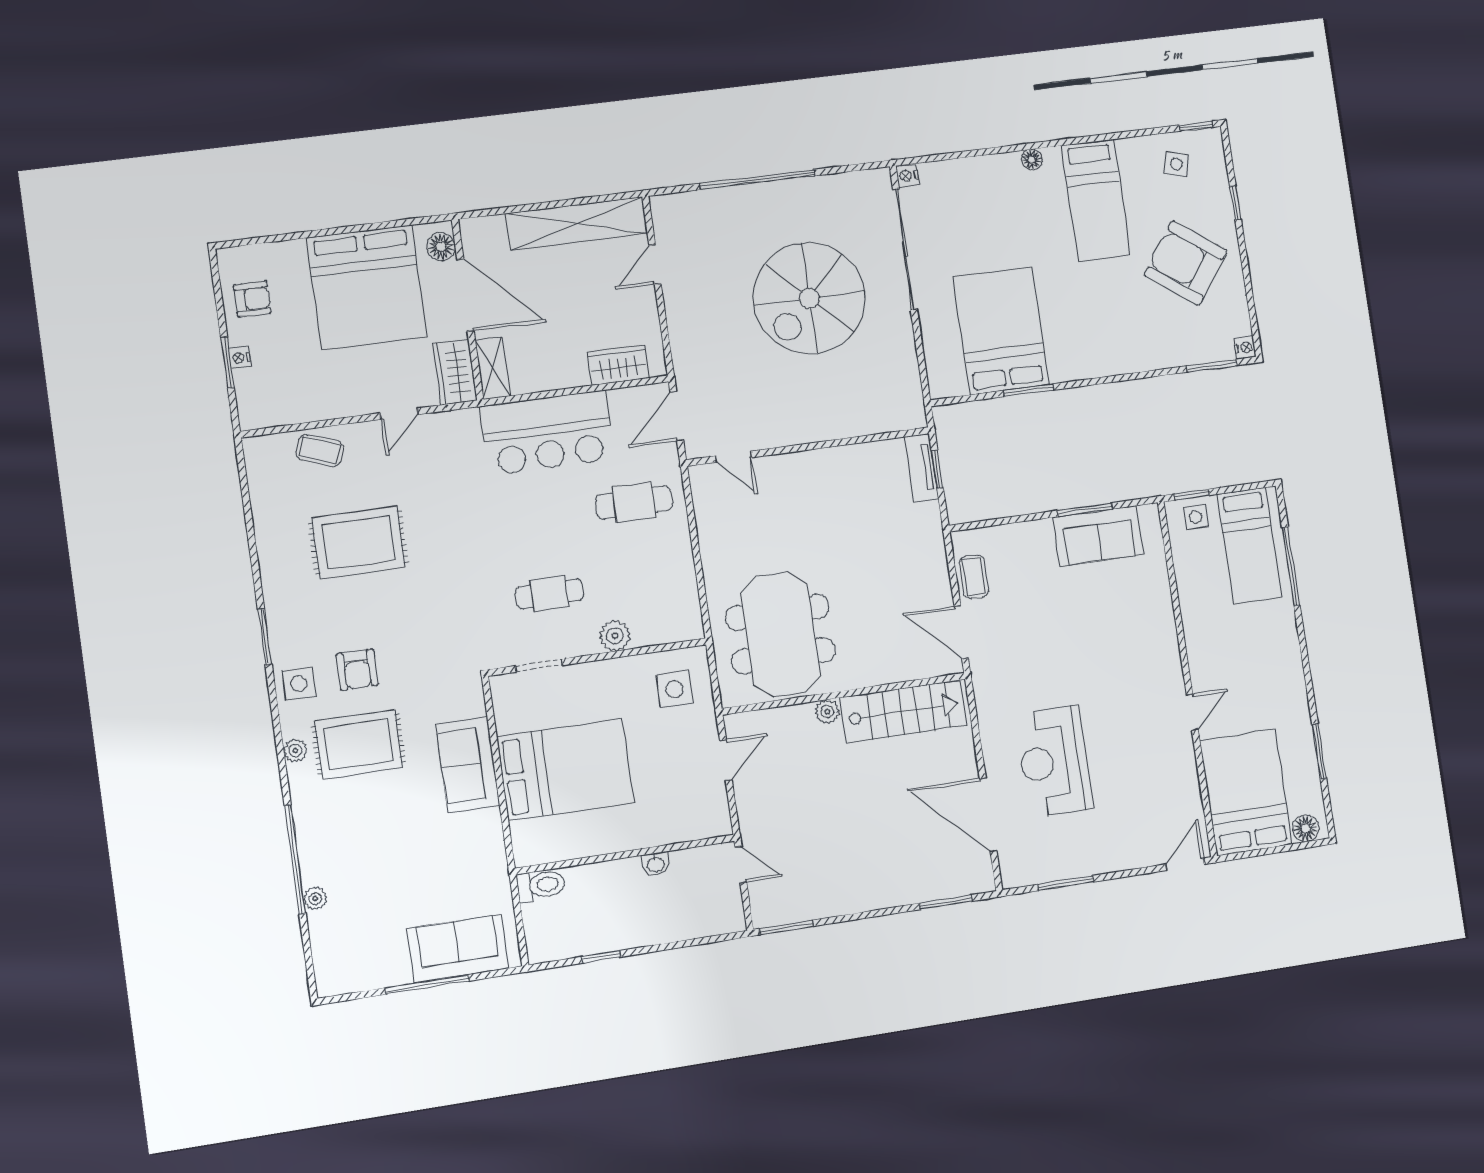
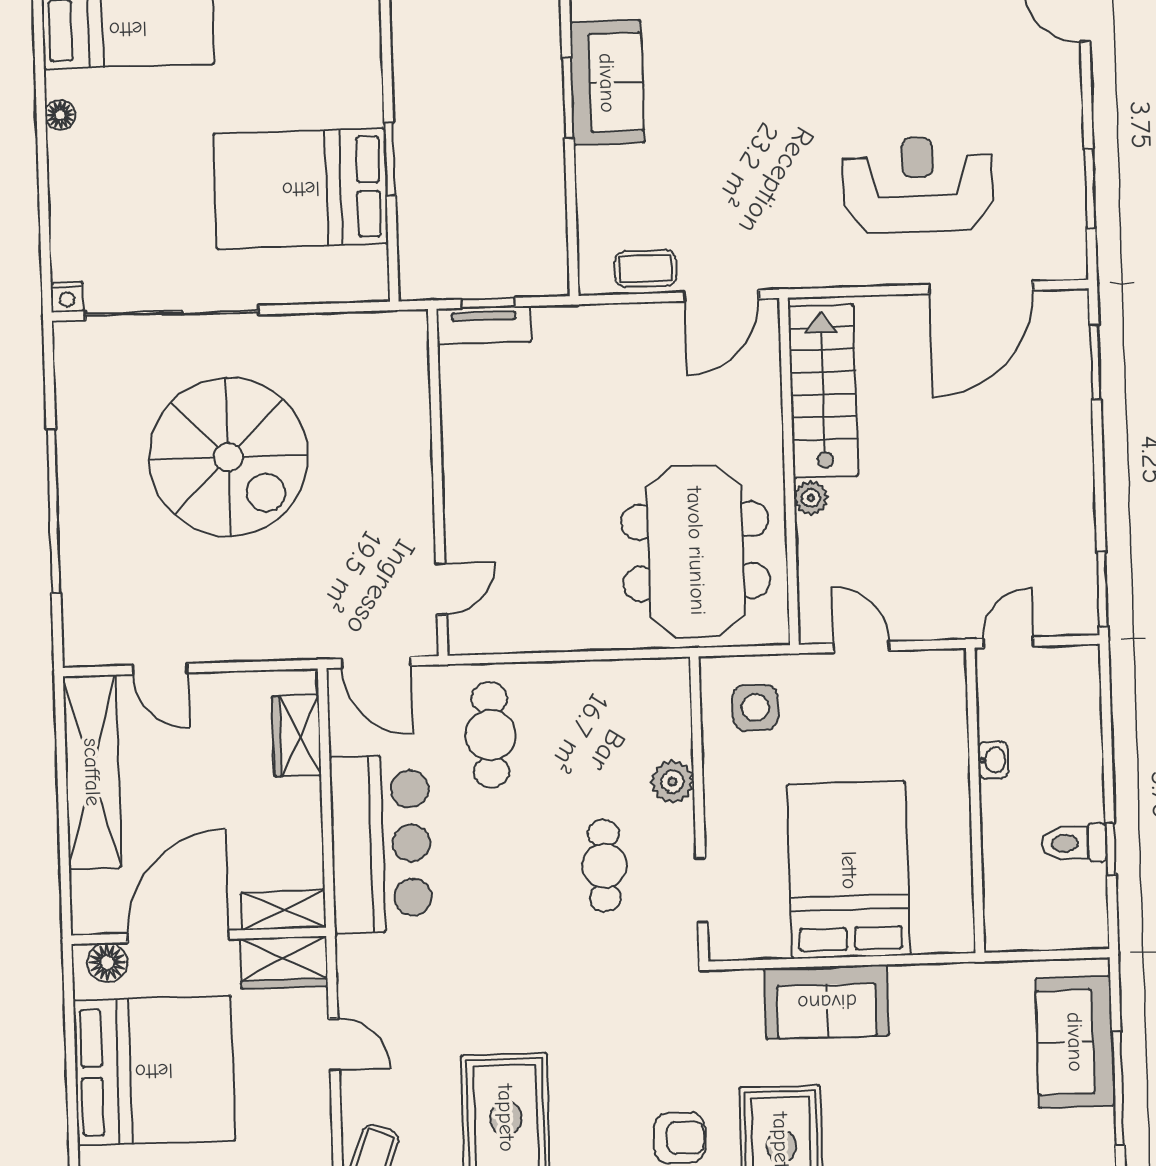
meeting table: (780, 634) -> (696, 551), turned 90
reception desk: (1054, 762) -> (918, 185), turned 180
toilet: (541, 885) -> (1074, 843), moved, turned -90

